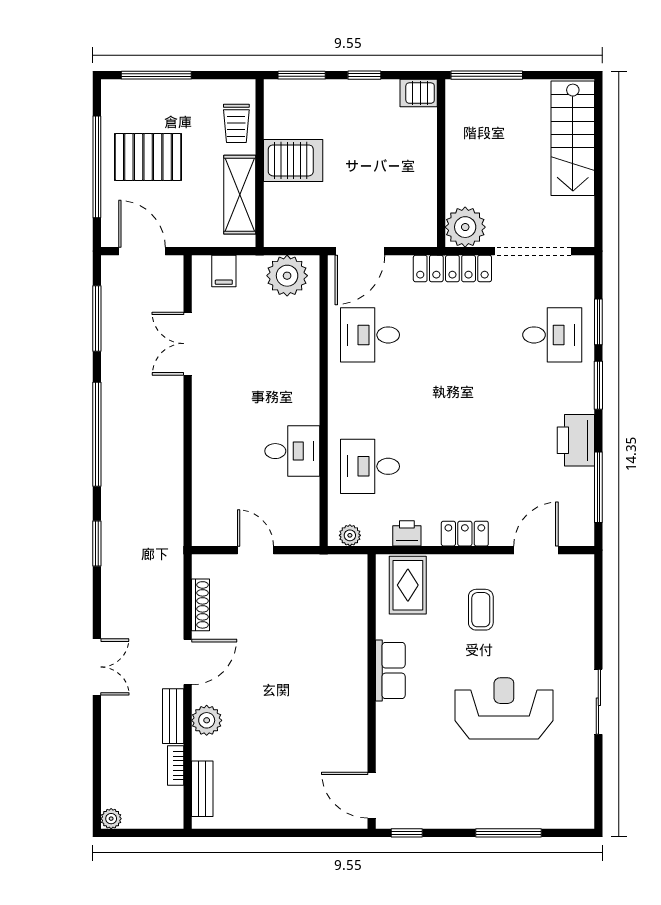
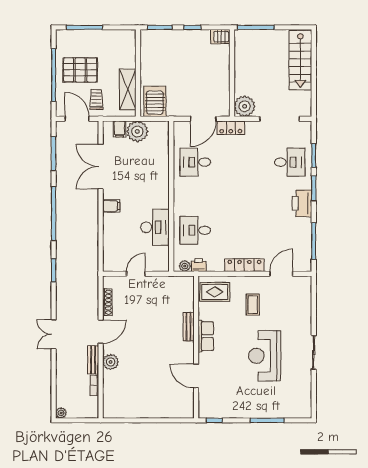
trolley: (236, 123) -> (96, 99), moved, turned 180
server rack: (293, 160) -> (155, 101), moved, turned -90
door: (360, 251) -> (203, 119), moved
locker: (452, 269) -> (231, 128), width x0.66
plant: (287, 276) -> (137, 131), moved
double door: (188, 344) -> (101, 167), width x1.37
filing cabinet: (208, 420) -> (111, 206), added
printer: (576, 440) -> (302, 203), moved
desk: (292, 451) -> (155, 227), width x1.37
printer: (407, 533) -> (199, 265), moved
locker: (465, 534) -> (244, 265), width x1.53
door: (255, 550) -> (136, 274), hinge flipped
rug: (408, 585) -> (215, 292), turned 90
double door: (97, 667) -> (54, 334), swing flipped
reception desk: (504, 708) -> (265, 356), turned -90
bench: (202, 789) -> (189, 327), moved
door: (372, 795) -> (196, 376), moved

